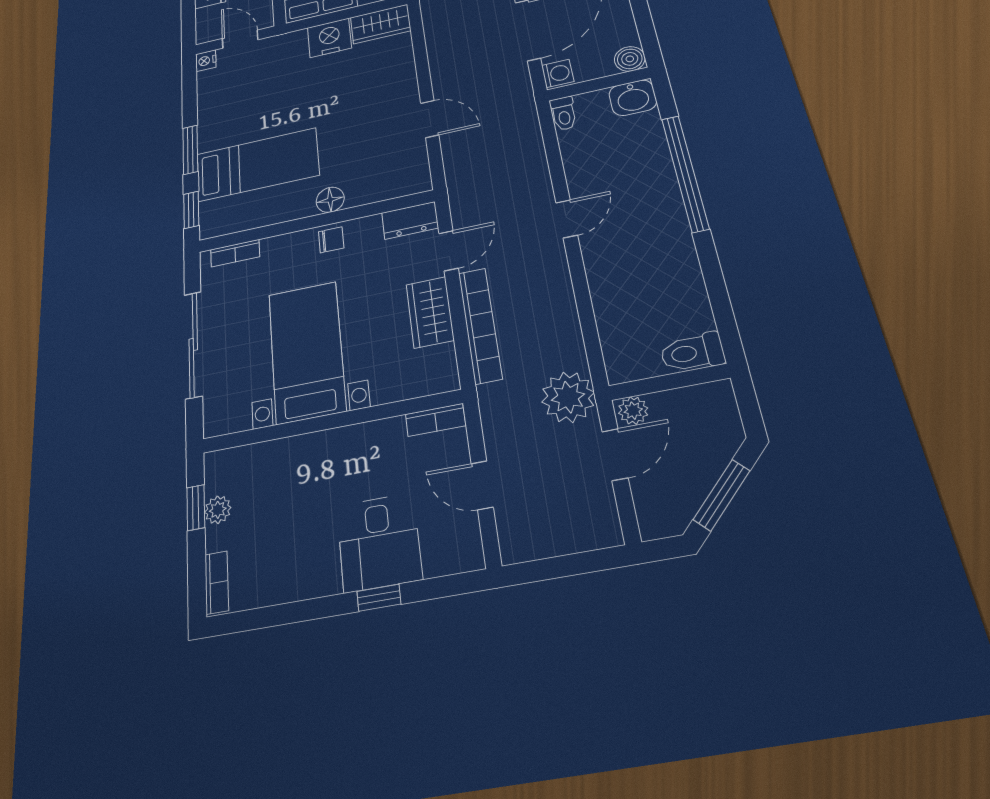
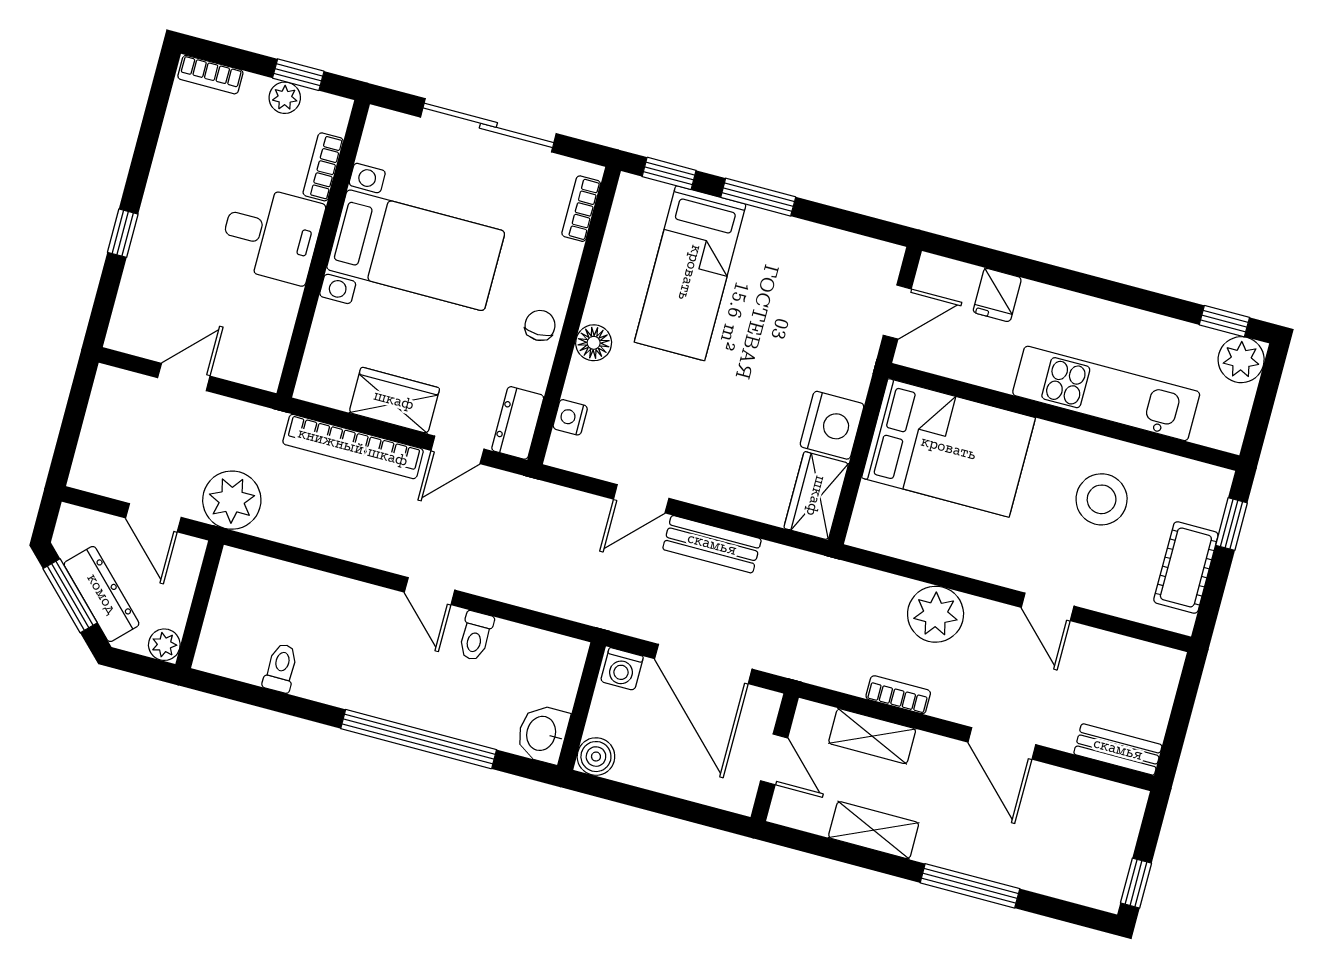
nightstand: (206, 61) -> (570, 417), moved, turned -90
bench: (442, 64) -> (712, 544), added
toilet: (564, 114) -> (476, 636), moved, turned -90
chair: (331, 240) -> (540, 325), turned 180
door: (449, 251) -> (457, 450), hinge flipped
toilet: (692, 352) -> (281, 668), moved, width x0.73, depth x0.72
plant: (633, 411) -> (164, 645), moved
bookcase: (435, 420) -> (323, 167), moved
dresser: (705, 468) -> (102, 594), added
desk: (379, 542) -> (271, 234), moved, turned 180

